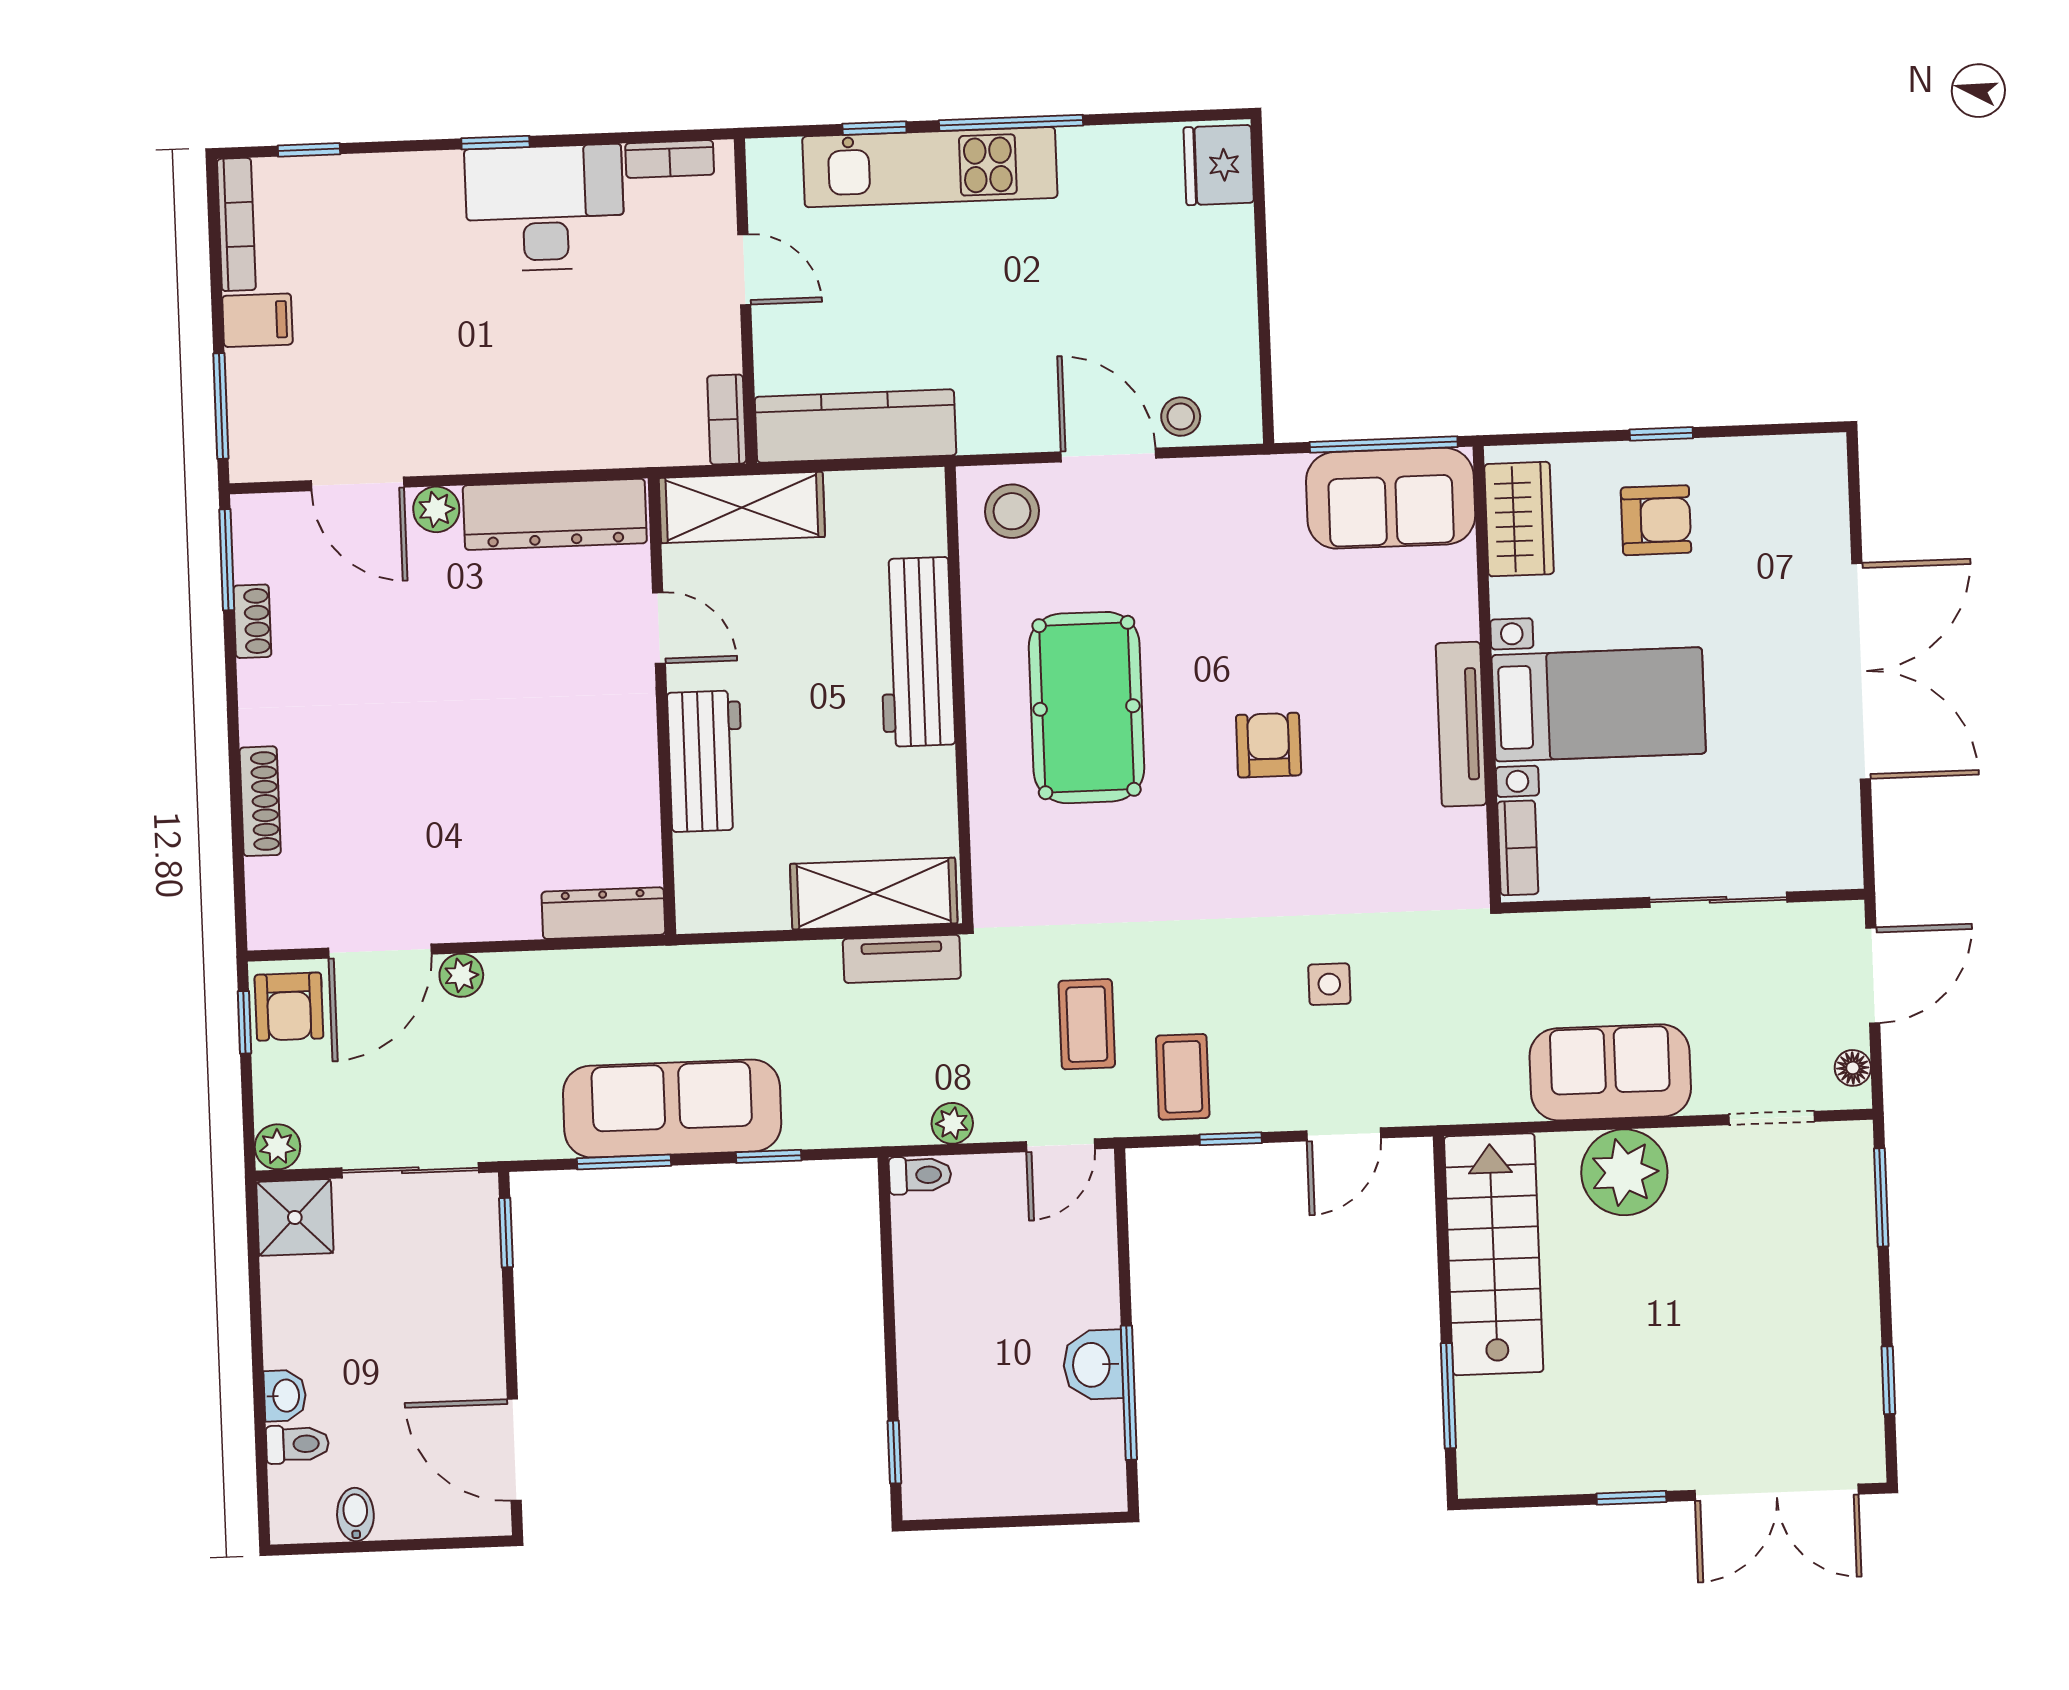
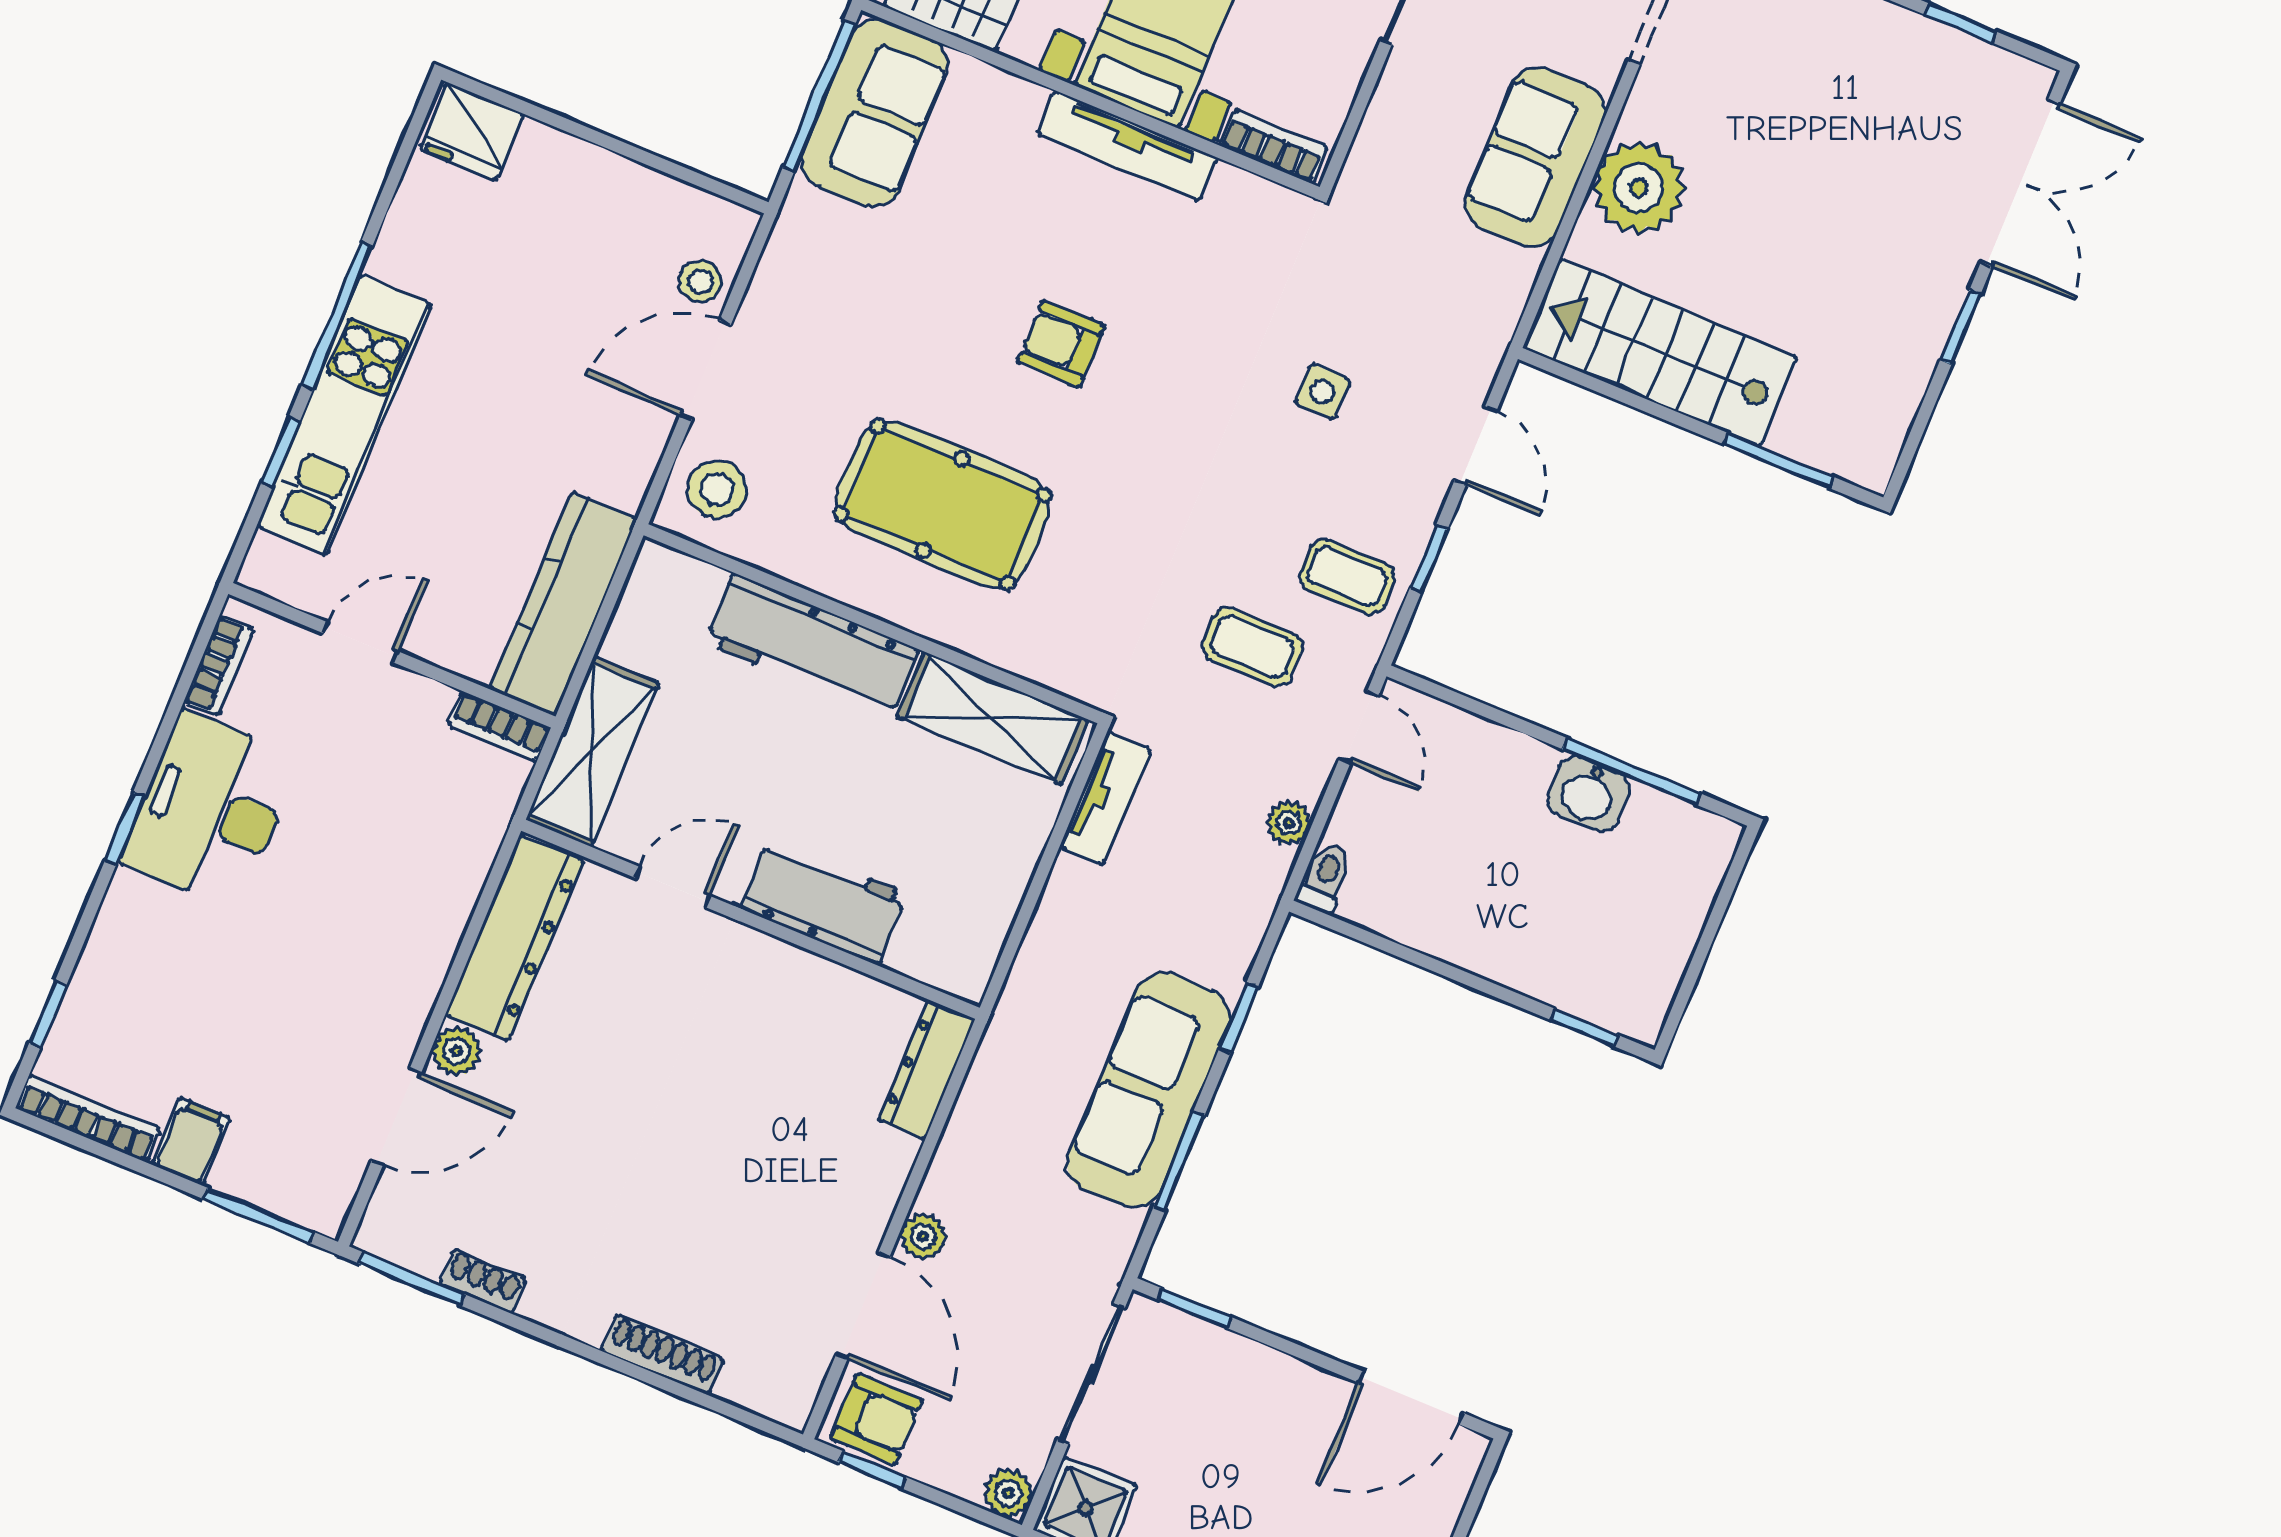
shelving: (874, 894) -> (993, 718), moved, turned 90

